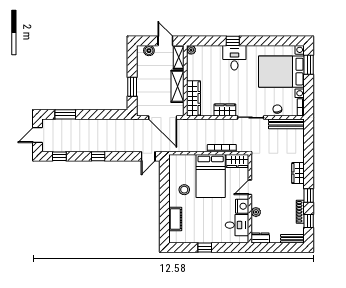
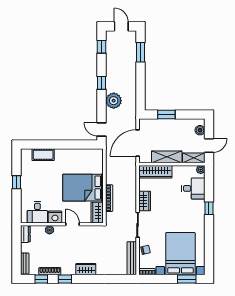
desk: (234, 58) -> (193, 188), moved
plant: (117, 143) -> (114, 101), added
stool: (184, 190) -> (70, 163), removed

